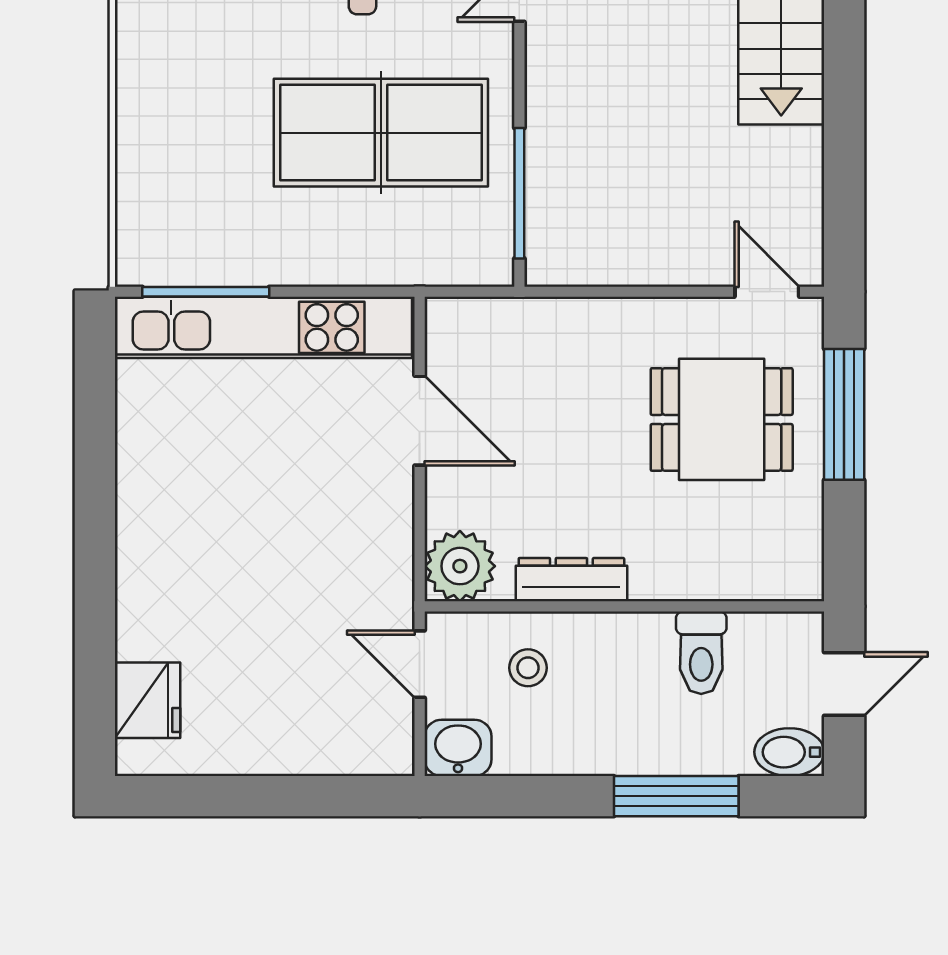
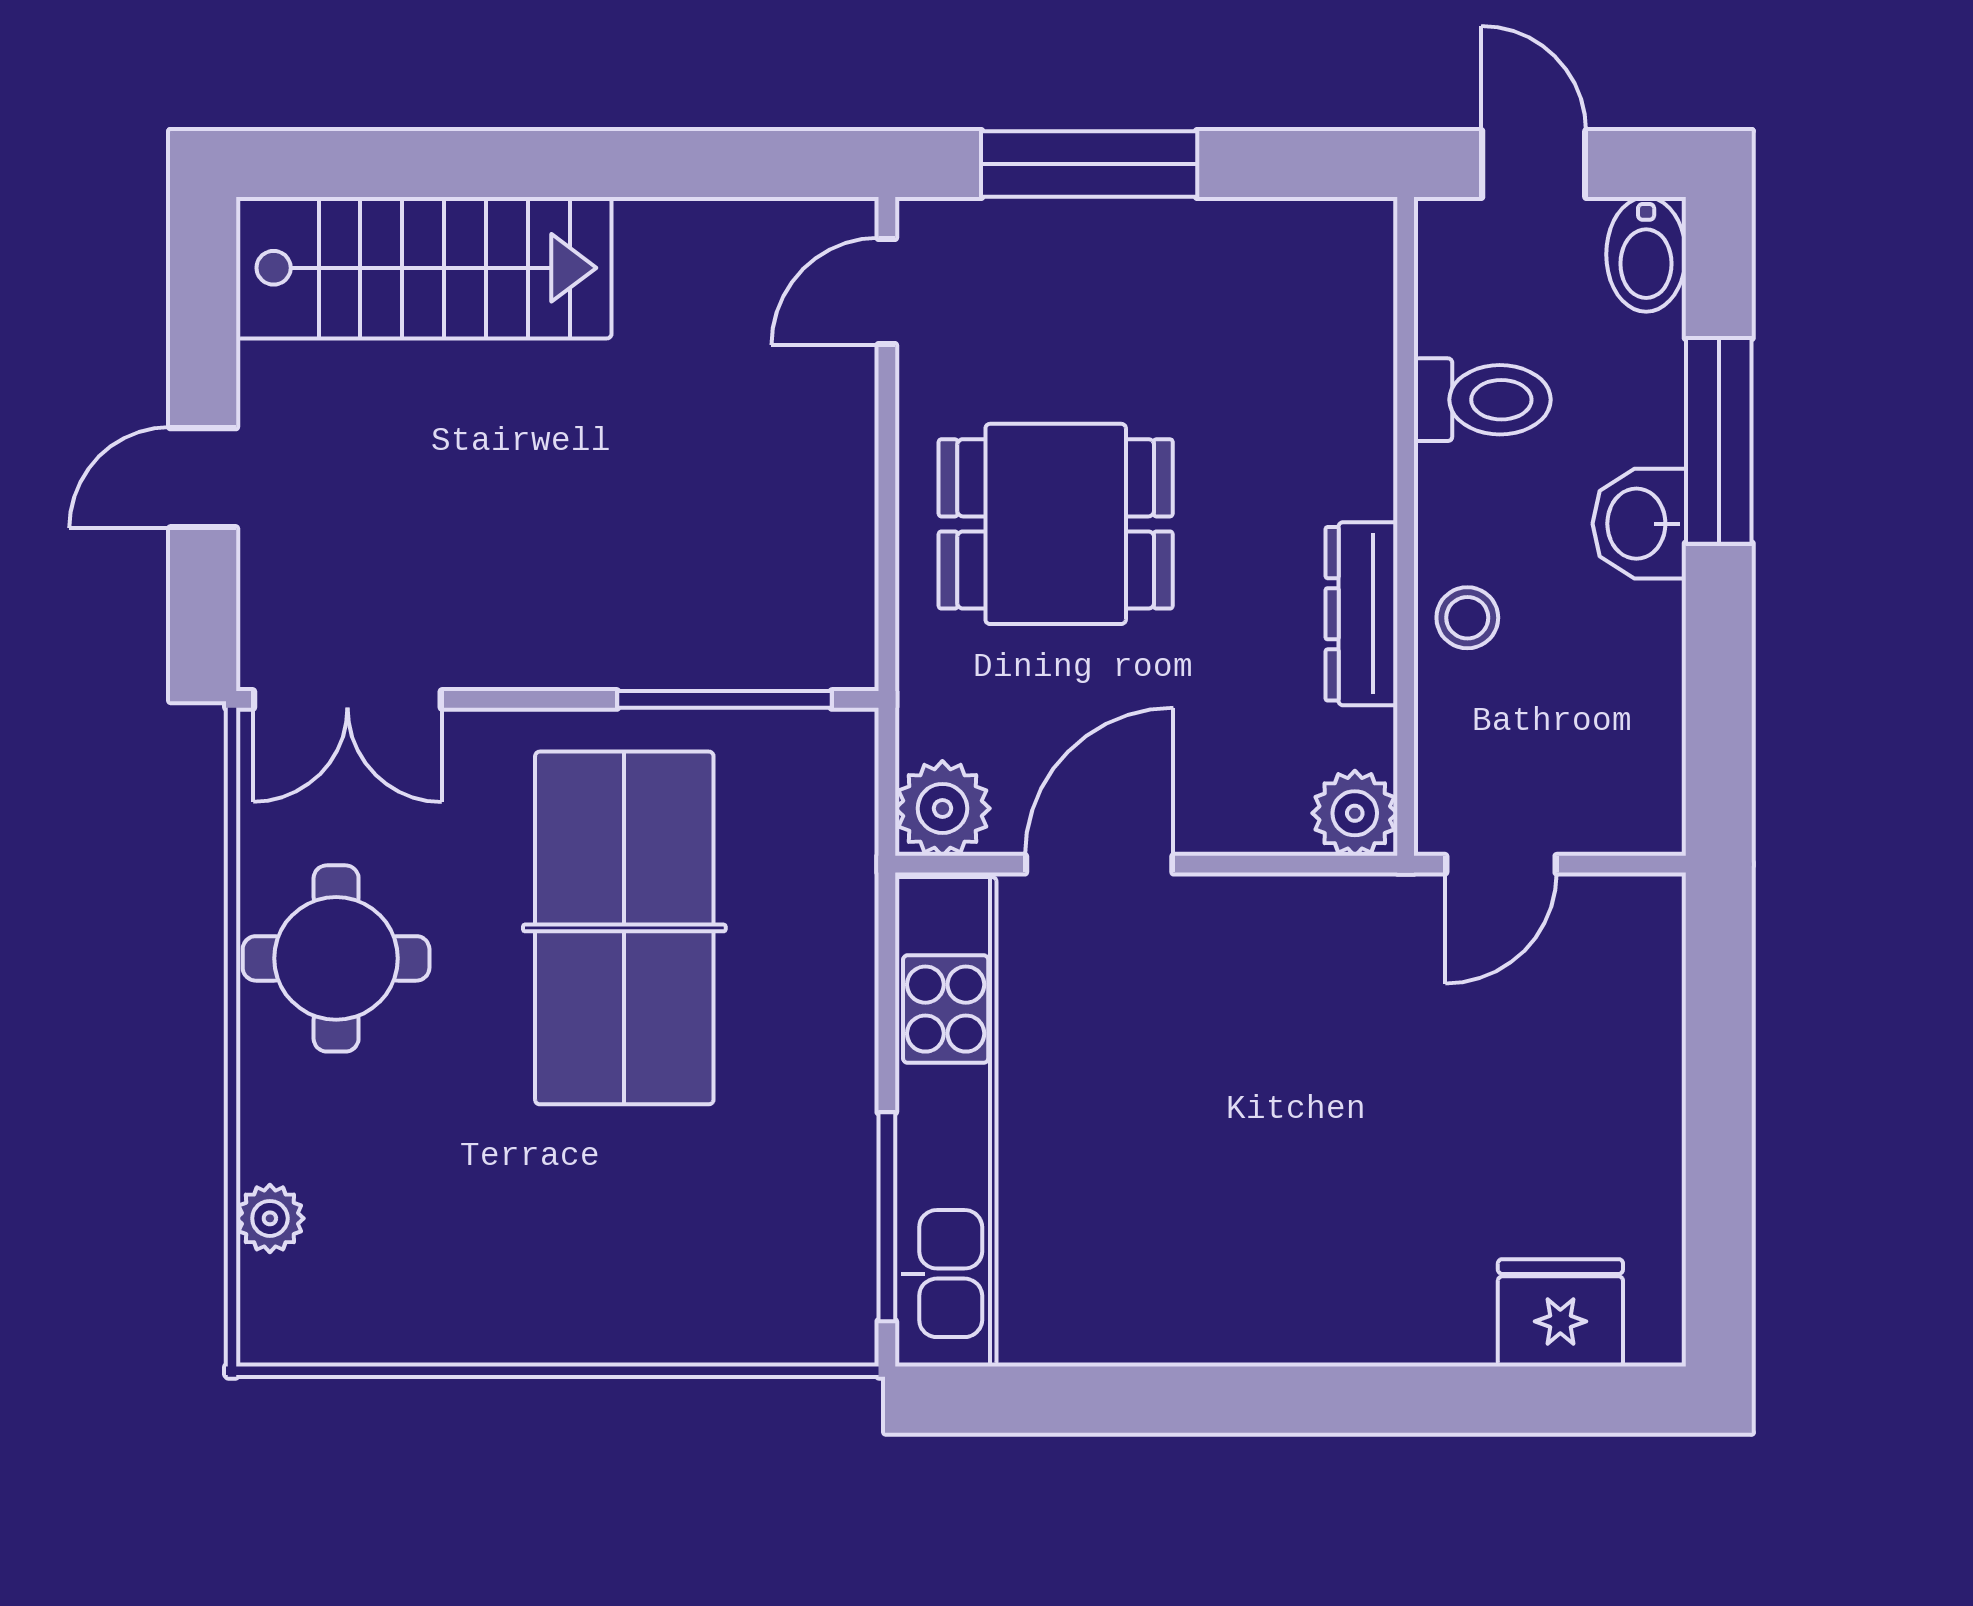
plant: (453, 326) -> (942, 808), added
dining table: (722, 419) -> (1056, 524), moved, turned 90
plant: (460, 566) -> (1355, 813), width x0.73, depth x0.73
stool: (528, 668) -> (1467, 618), moved
washbasin: (458, 748) -> (1639, 524), moved

